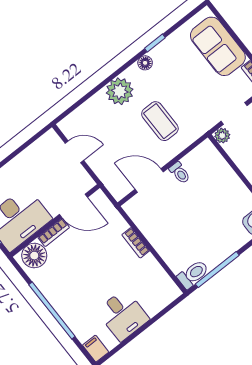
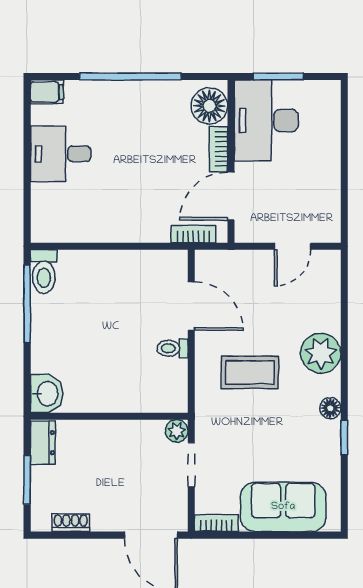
door: (149, 181) -> (191, 306), hinge flipped
bookcase: (136, 243) -> (193, 234), moved

